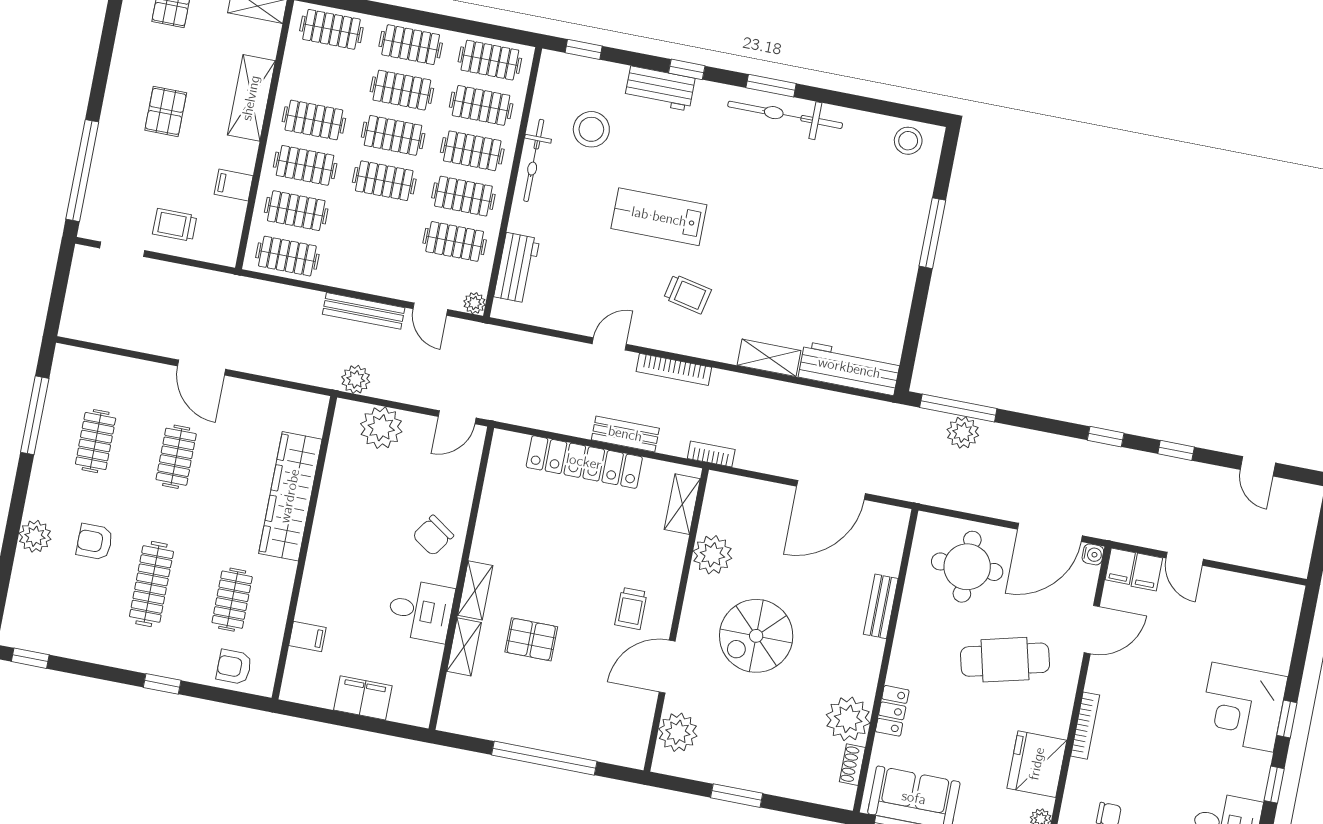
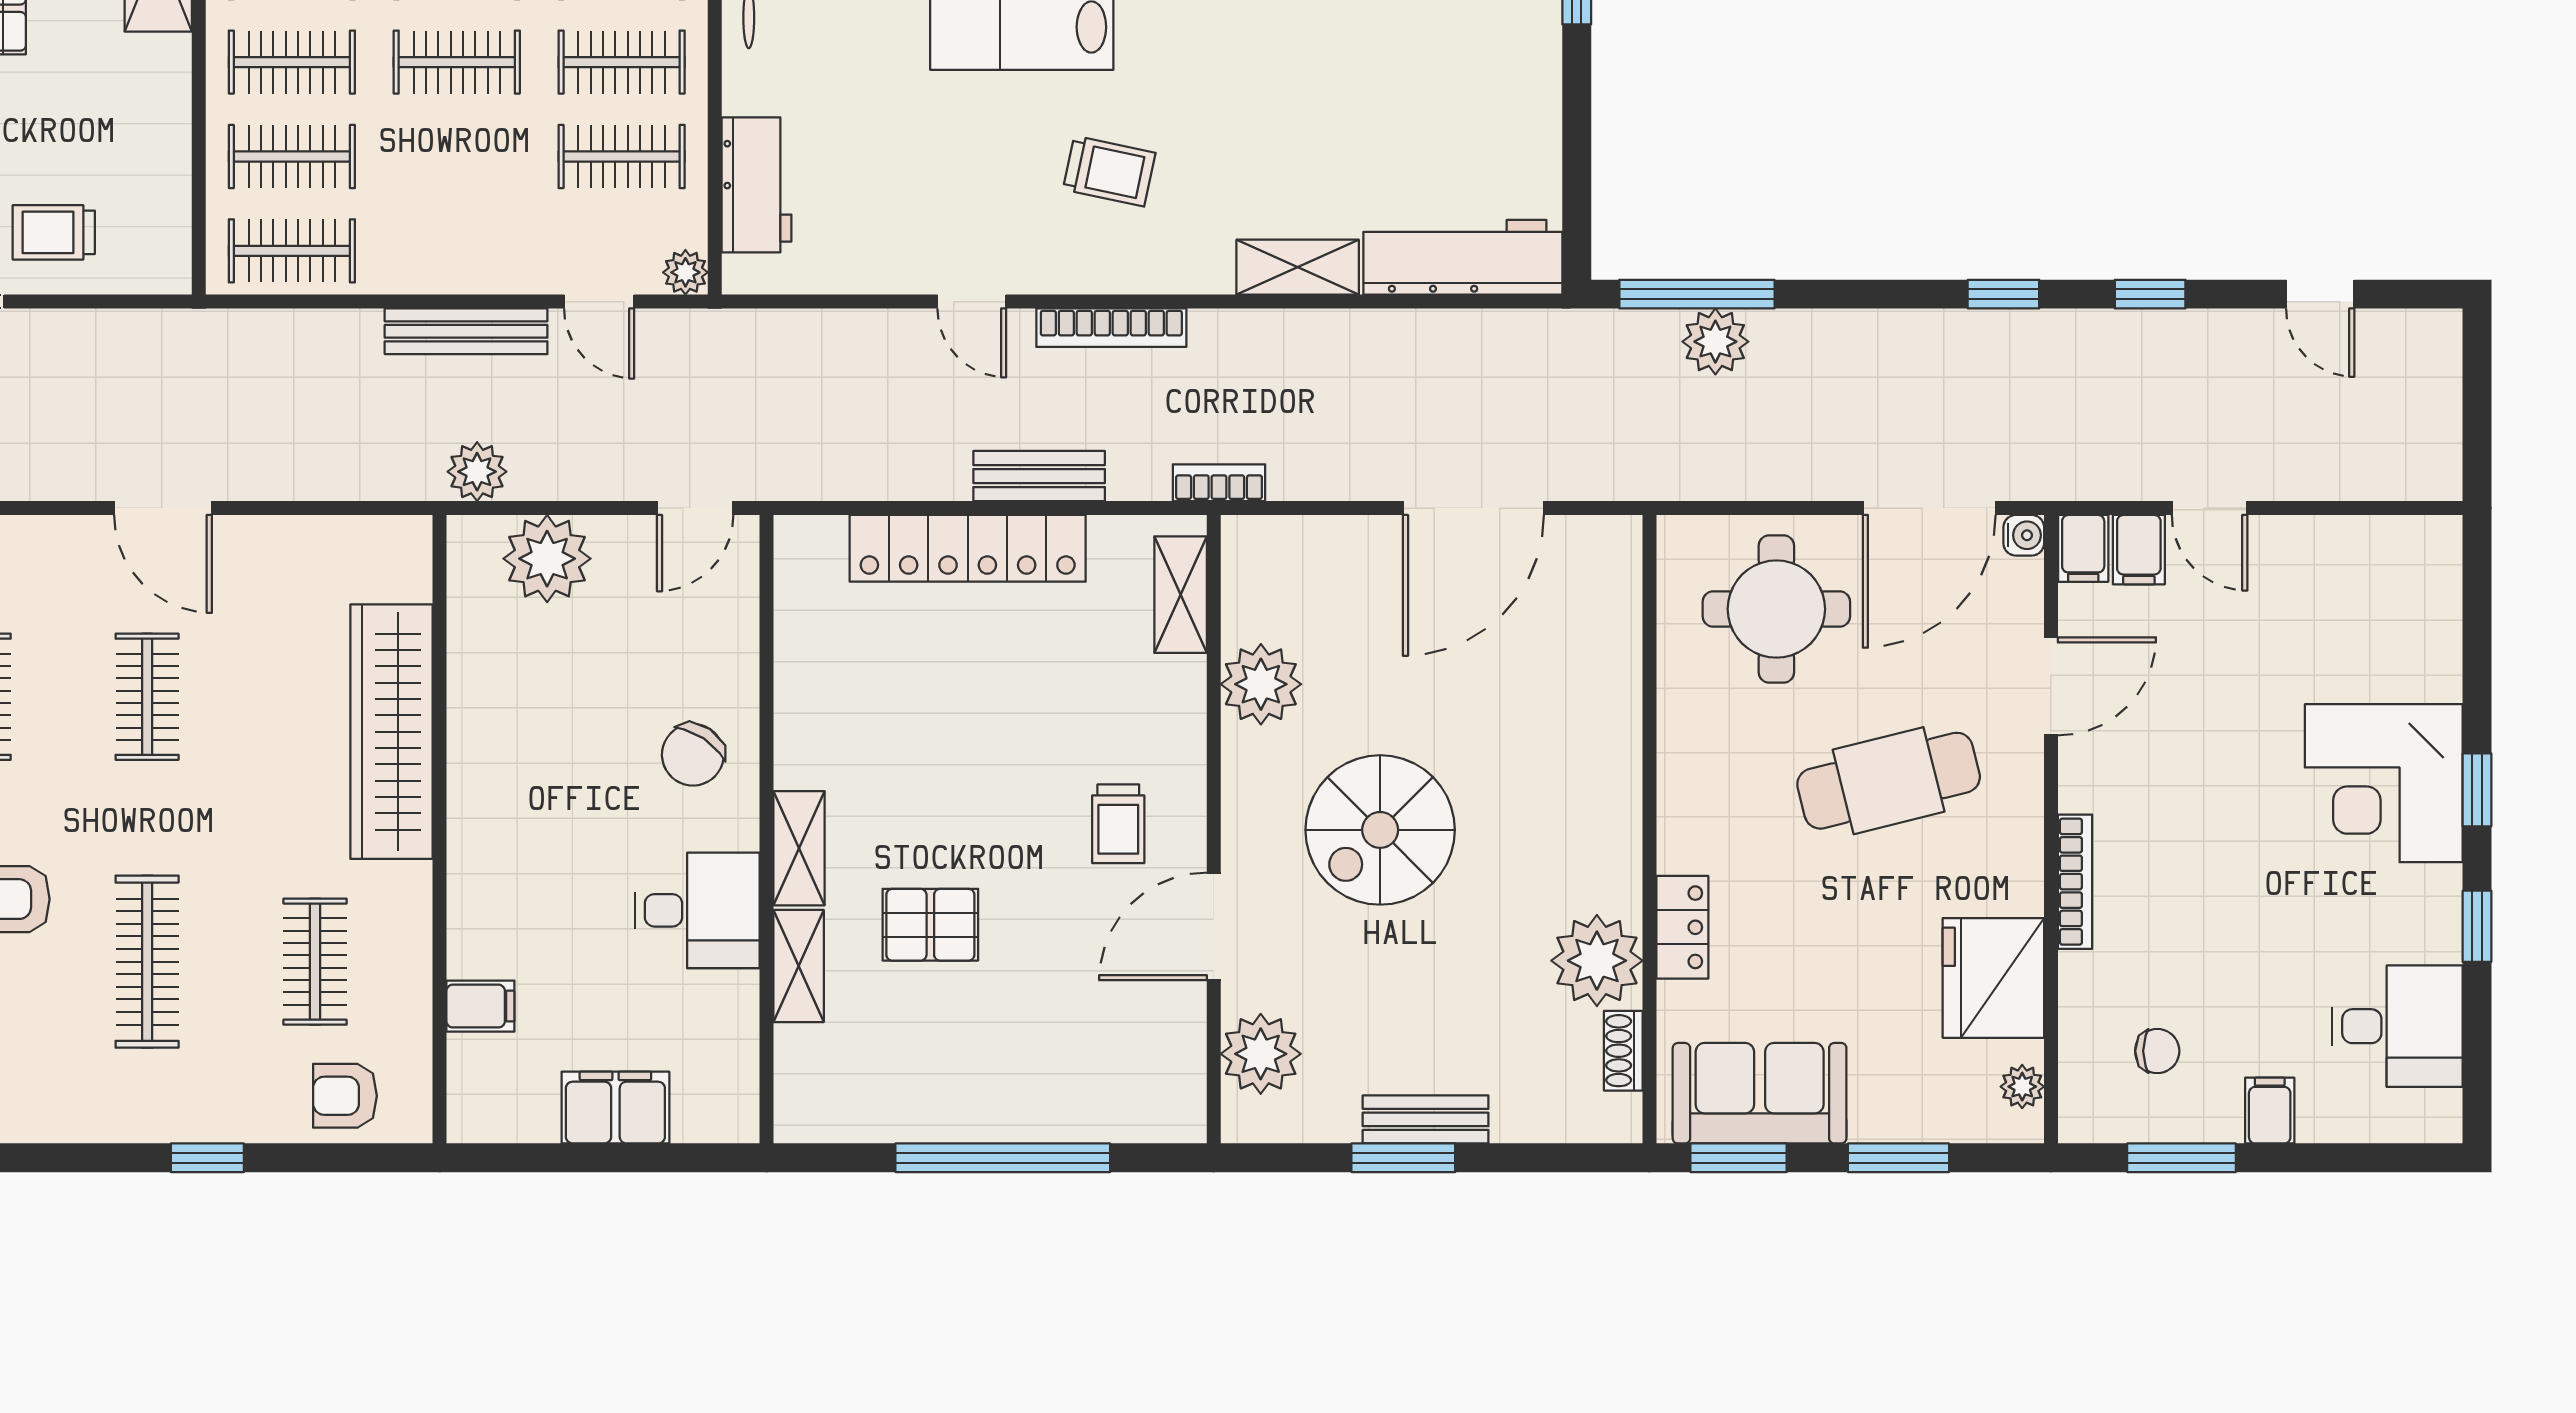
filing cabinet: (234, 185) -> (156, 129), removed
door: (609, 344) -> (972, 302), swing flipped
bench: (881, 606) -> (1426, 1119), moved, turned 90

